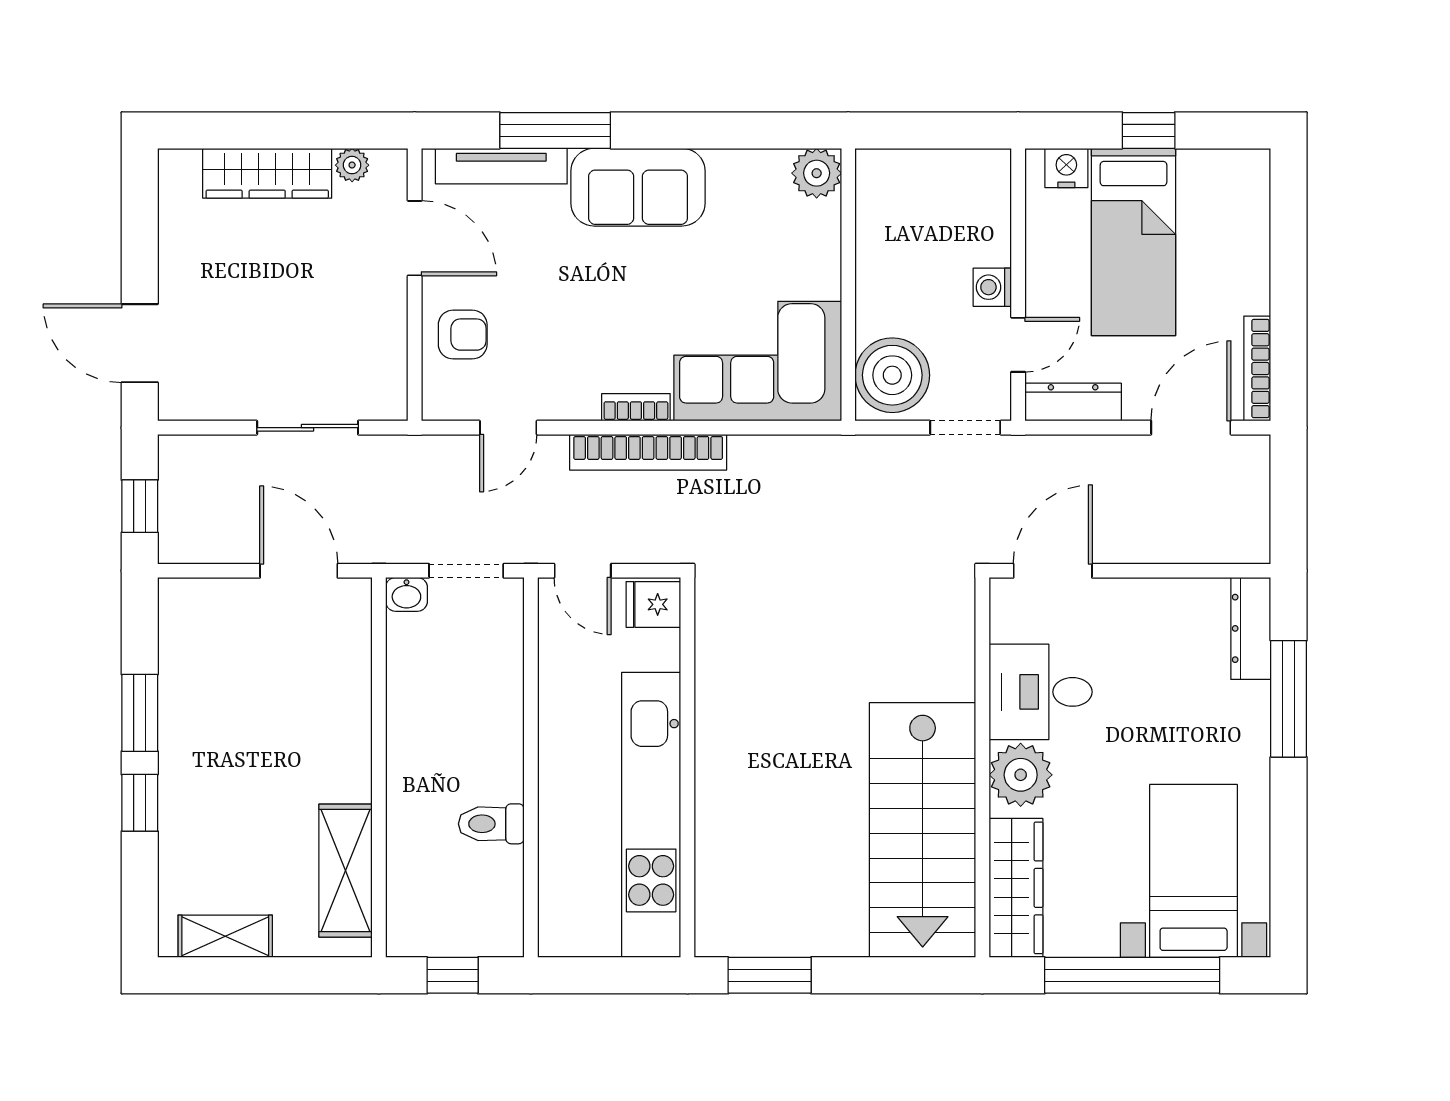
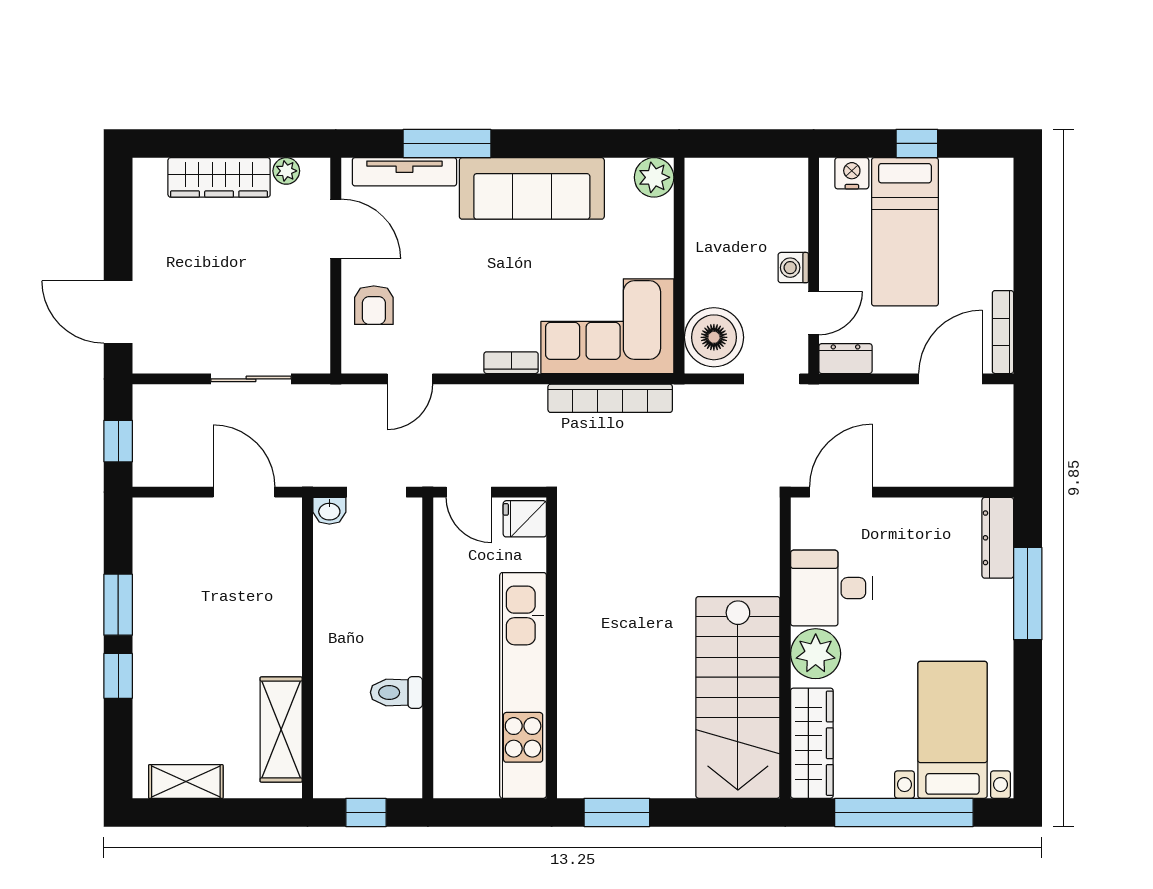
sofa: (638, 187) -> (532, 188), width x1.36
armchair: (463, 335) -> (374, 305), turned 90
dresser: (1073, 402) -> (845, 359), width x0.70
bookcase: (648, 452) -> (610, 398), moved

